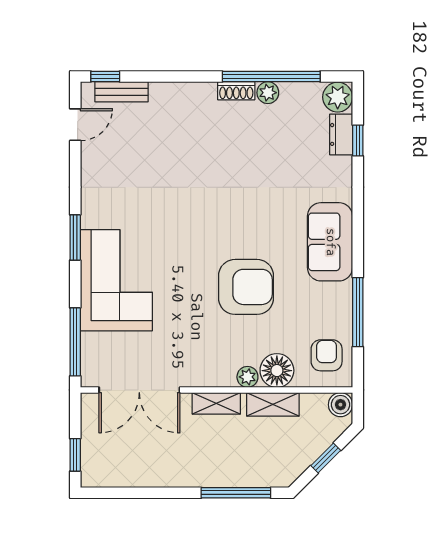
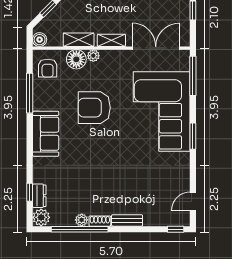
bench: (121, 92) -> (127, 220), moved
corner sofa: (116, 280) -> (162, 112), width x1.36, depth x1.36

